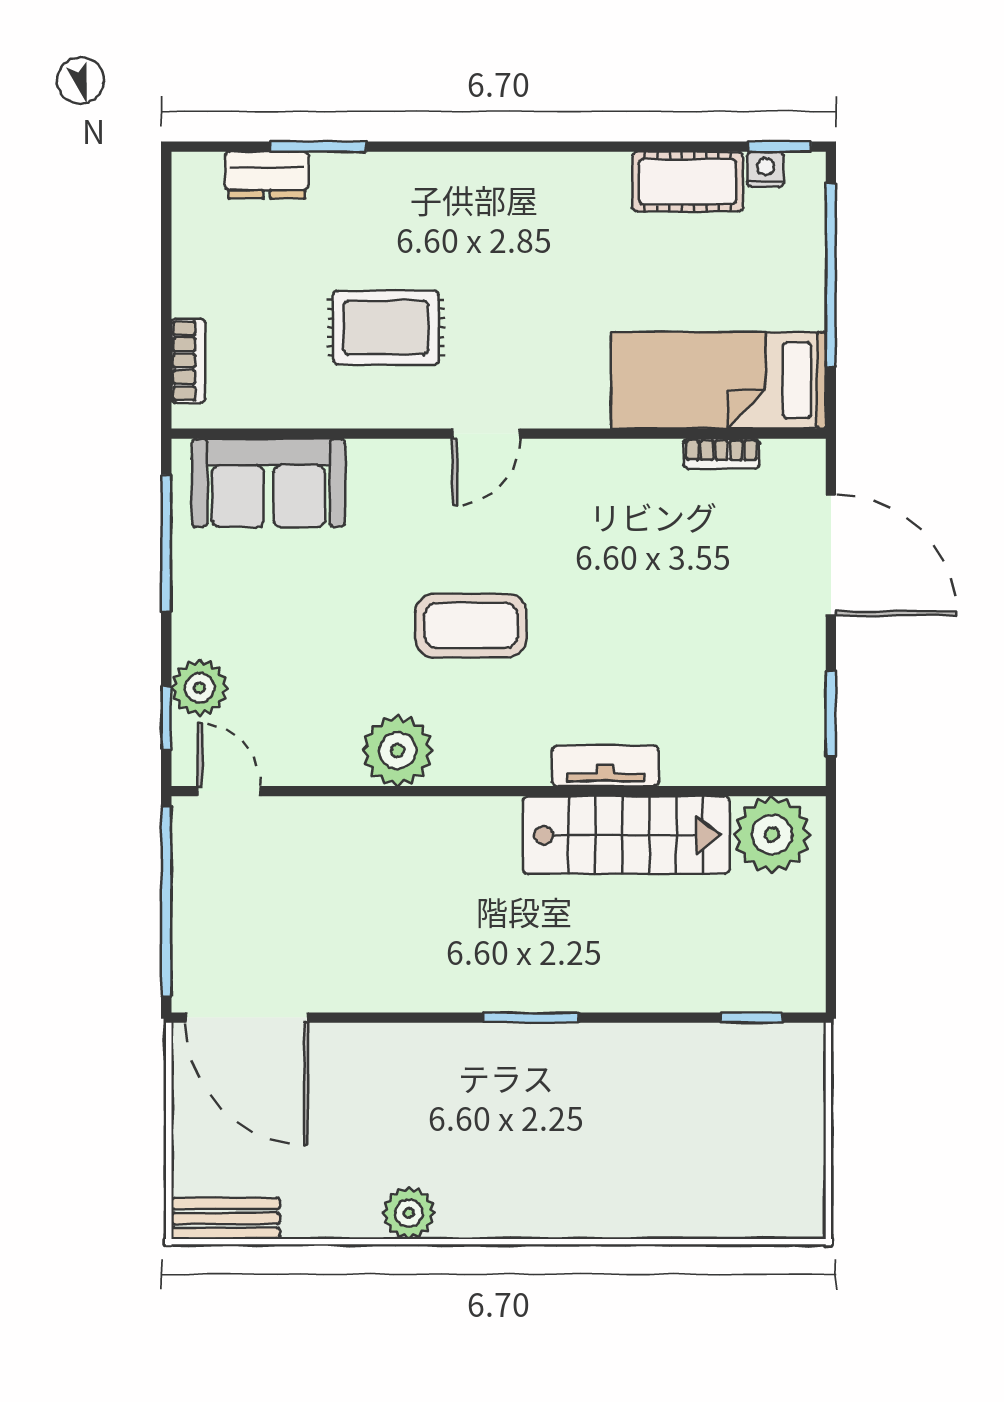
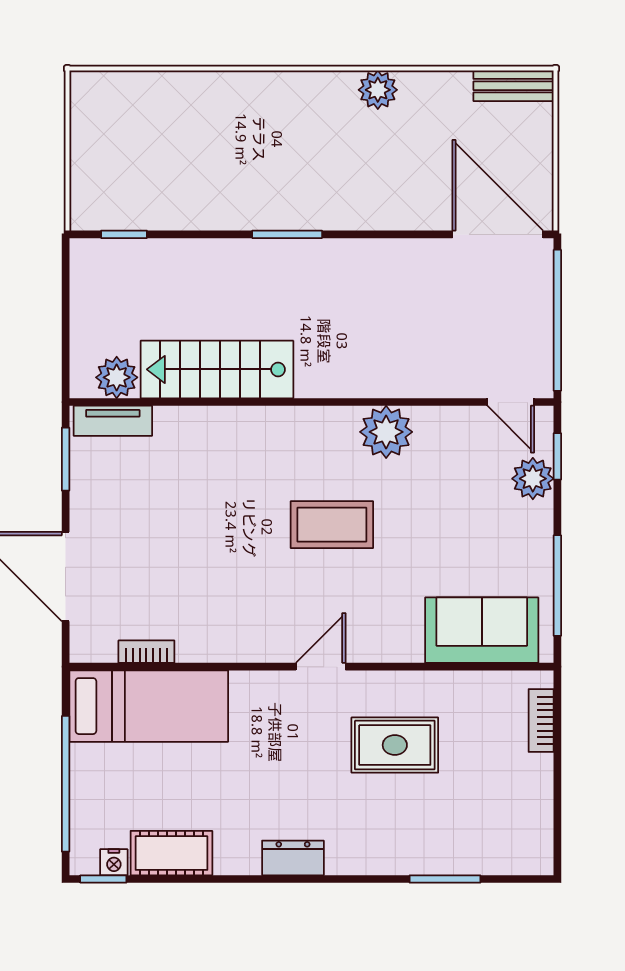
dresser: (267, 175) -> (293, 858), moved
tv unit: (605, 766) -> (113, 421), moved
plant: (772, 835) -> (117, 377), width x0.73, depth x0.73

